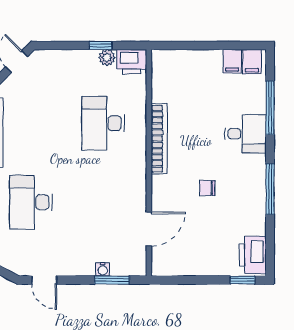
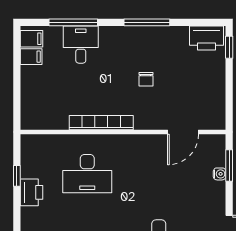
plant: (107, 58) -> (28, 170), removed
printer: (132, 62) -> (31, 192), moved
desk: (246, 134) -> (81, 45), moved
door: (149, 229) -> (183, 132), swing flipped

